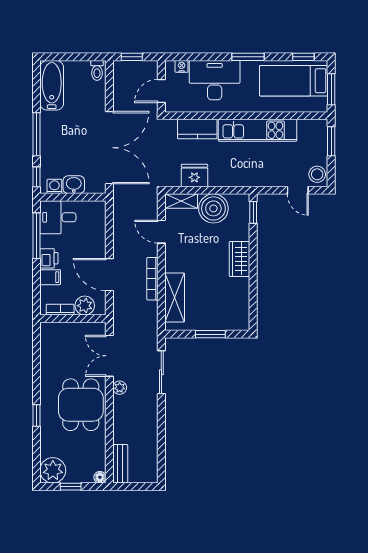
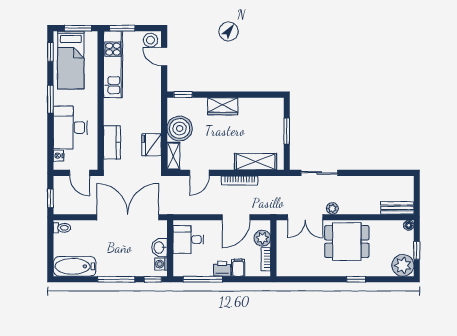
kitchen unit: (257, 130) -> (113, 64), moved
door: (298, 190) -> (164, 57), swing flipped
desk: (58, 217) -> (188, 239), moved, turned 90

